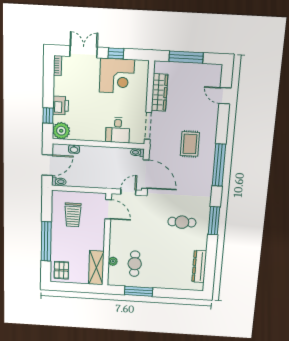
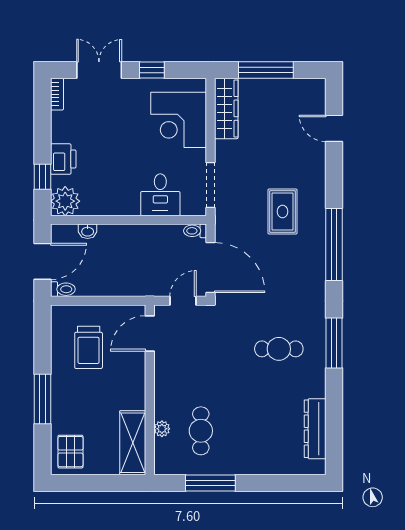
corner desk: (117, 76) -> (179, 120), moved, turned 90
wardrobe: (159, 92) -> (226, 108), moved
door: (108, 209) -> (150, 333), swing flipped
window: (46, 241) -> (42, 399), width x0.68

